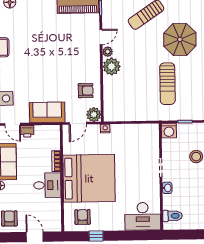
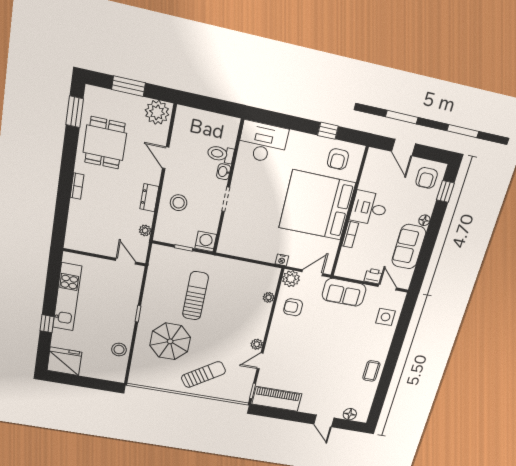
plant: (112, 66) -> (269, 297), moved, width x0.53, depth x0.53
toilet: (173, 216) -> (221, 154), moved

